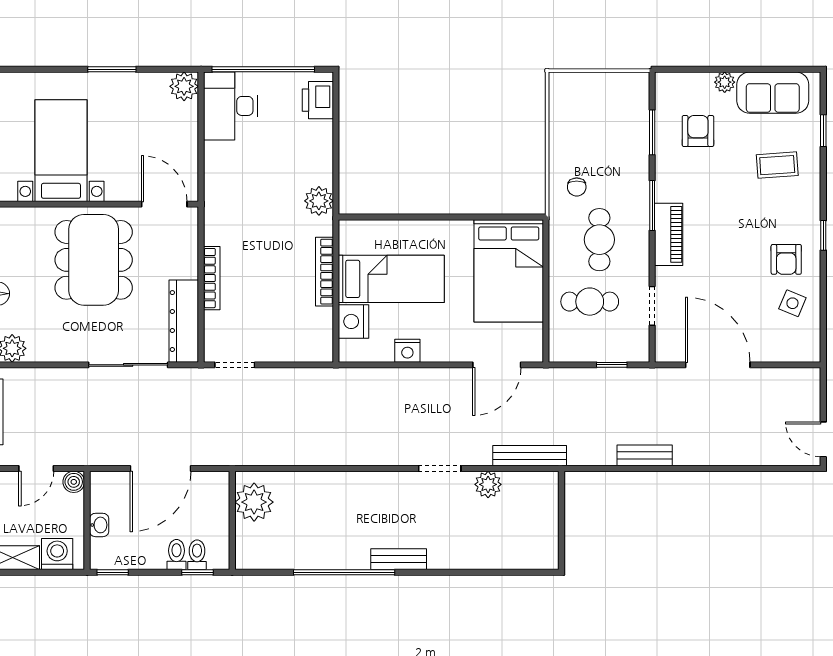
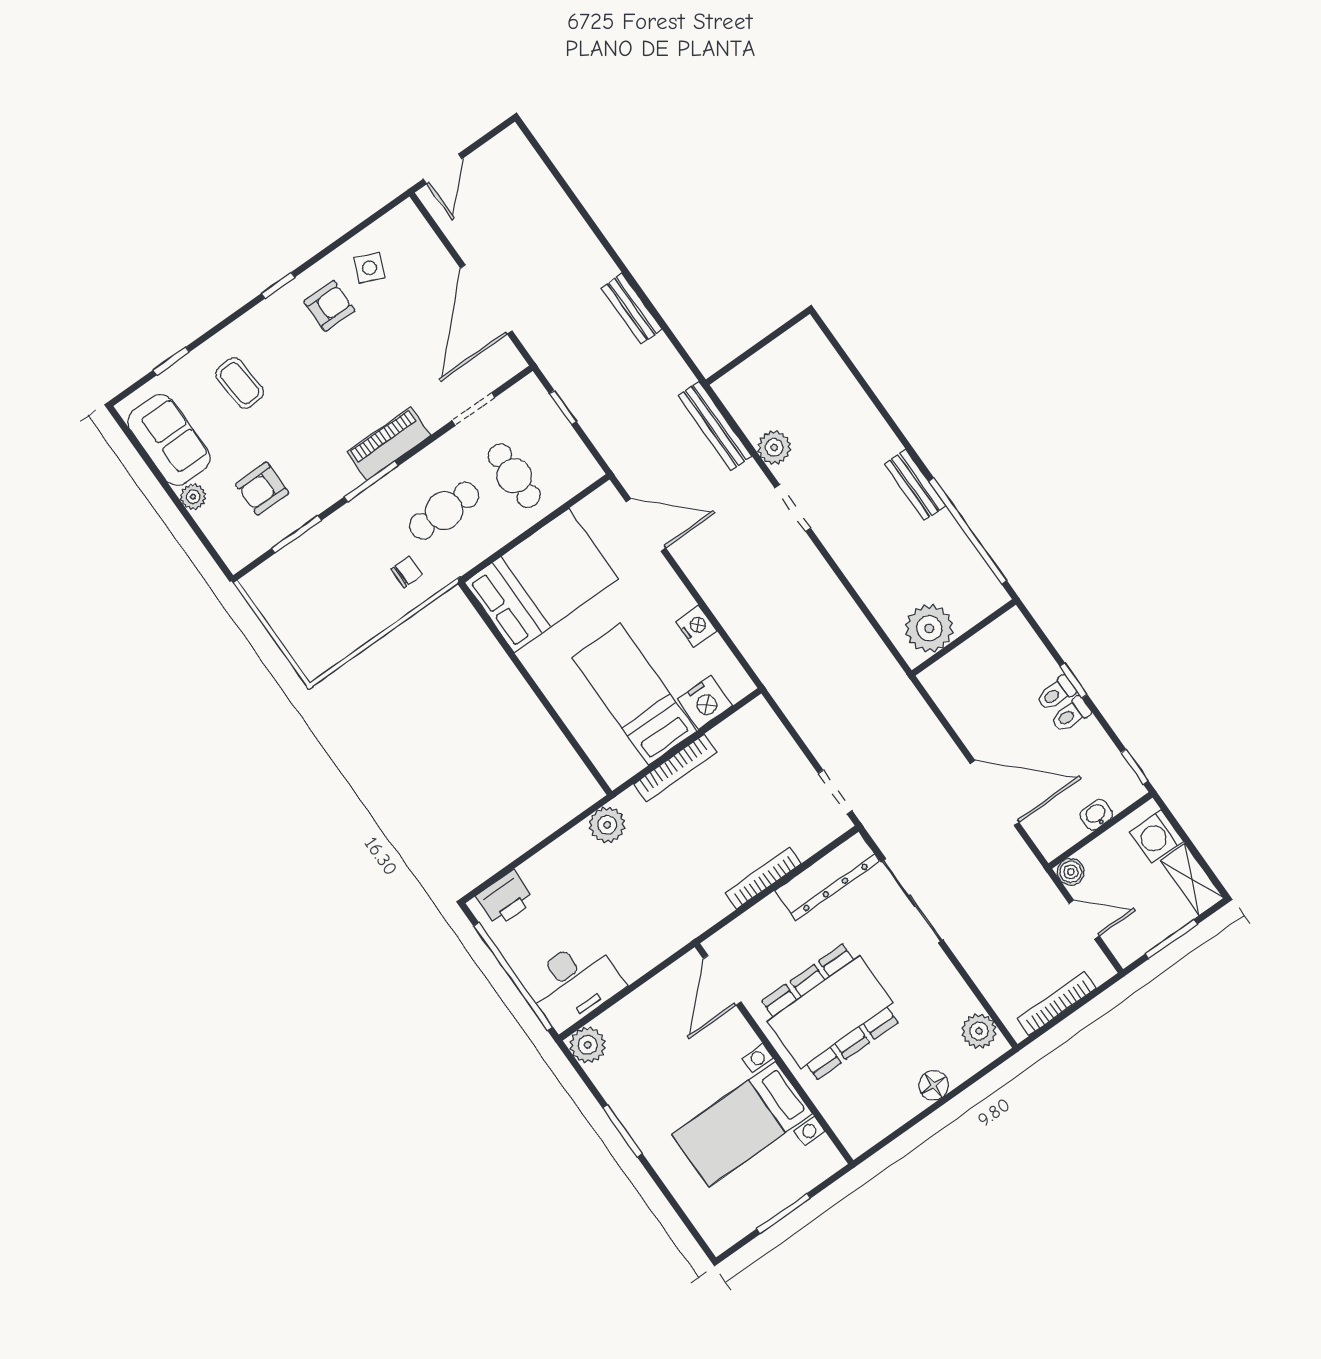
door: (823, 439) -> (443, 169), moved
plant: (254, 502) -> (929, 628), moved
wall: (232, 520) -> (964, 637), moved

